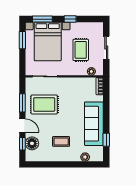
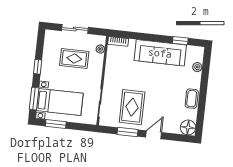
bed with nightstands: (48, 41) -> (60, 102), width x0.73
coffee table: (61, 141) -> (192, 99), moved
floor lamp: (32, 143) -> (188, 127), moved
window: (22, 144) -> (174, 137), removed

